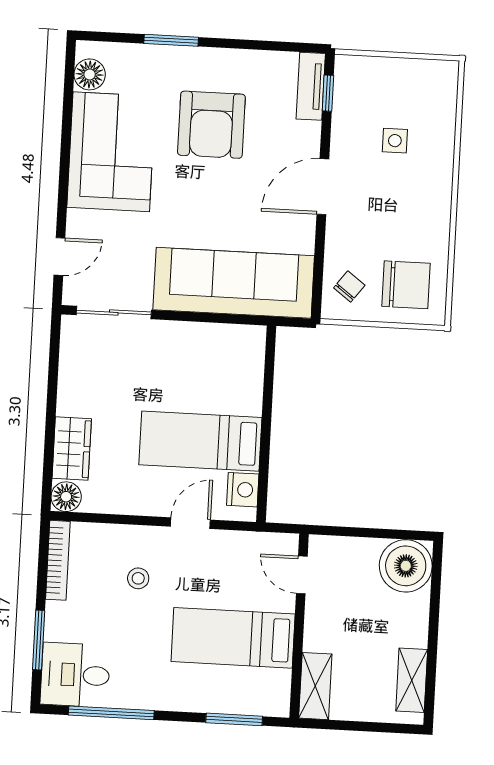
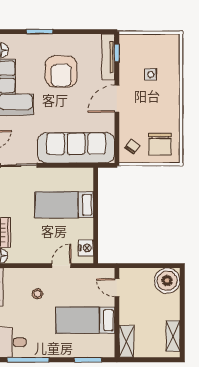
tv unit: (311, 86) -> (108, 57), width x1.41
chair: (406, 285) -> (160, 144), turned 90
bed: (200, 441) -> (64, 205), moved

